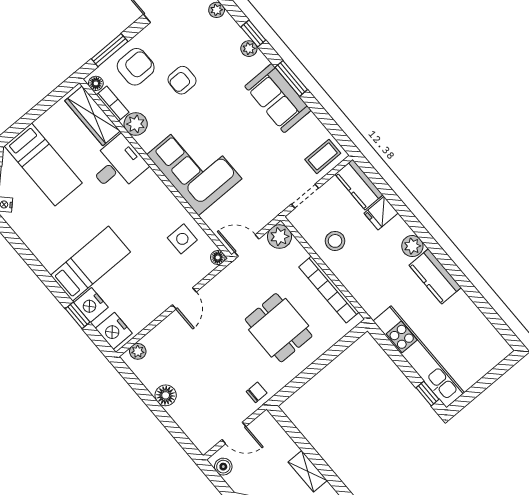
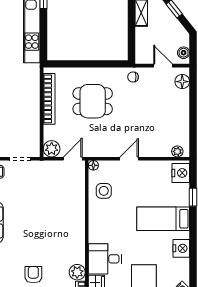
armchair: (182, 80) -> (33, 275), turned -90
corner sofa: (194, 167) -> (65, 224), removed
stool: (335, 241) -> (24, 122), removed
door: (247, 245) -> (73, 159), swing flipped
nightstand: (91, 305) -> (181, 248), moved
dining table: (279, 328) -> (93, 101), turned 90
floor lamp: (166, 395) -> (182, 82), moved

